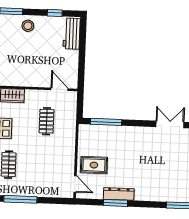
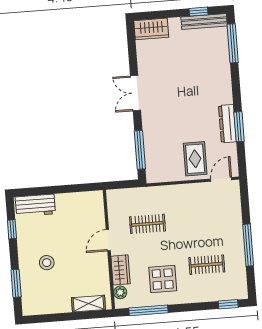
stool: (28, 26) -> (47, 263), moved
door: (59, 89) -> (108, 240), moved
double door: (170, 124) -> (136, 93), moved

